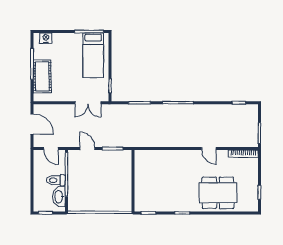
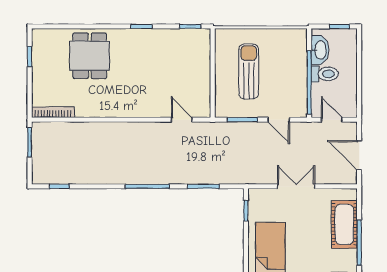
double door: (88, 103) -> (296, 186), moved
door: (209, 149) -> (182, 120), moved
sun lounger: (108, 182) -> (249, 71), added
dining table: (218, 193) -> (90, 56), width x0.73

